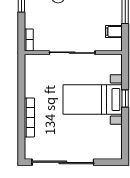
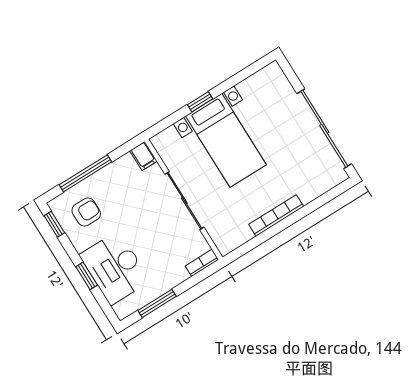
filing cabinet: (114, 32) -> (143, 156), moved
bookcase: (29, 117) -> (276, 215), moved

